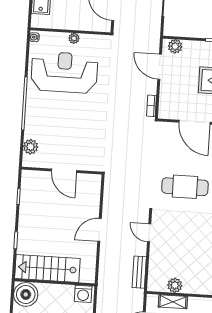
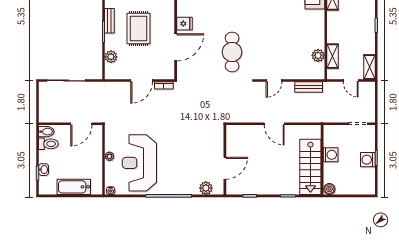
plant: (175, 46) -> (111, 57), moved
door: (160, 67) -> (142, 81), moved
door: (64, 171) -> (225, 168), moved
boiler: (26, 294) -> (329, 189), width x0.54, depth x0.54
washing machine: (83, 294) -> (331, 155), moved

